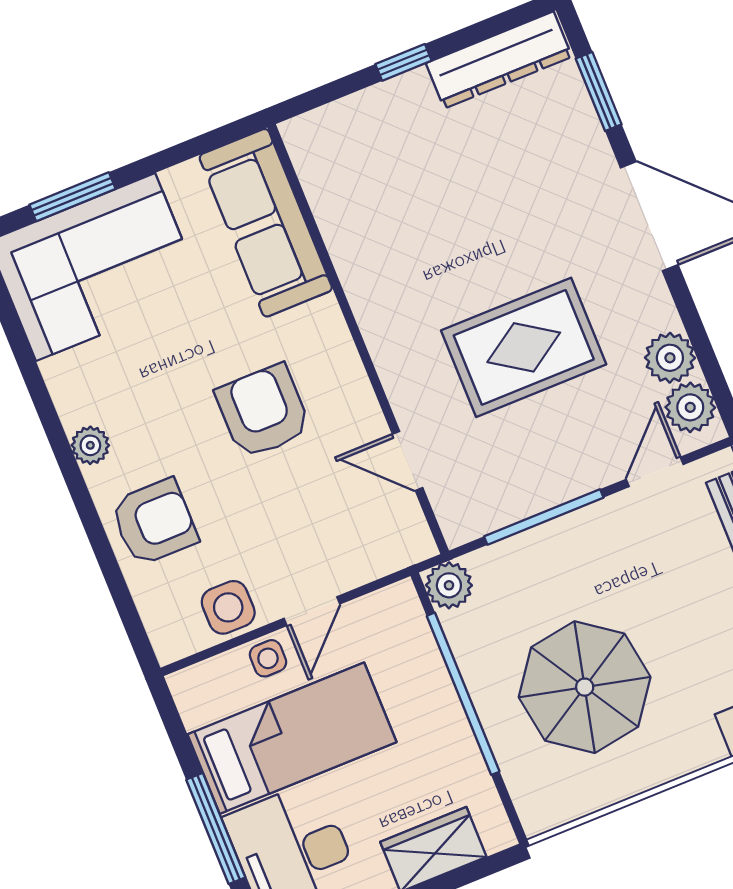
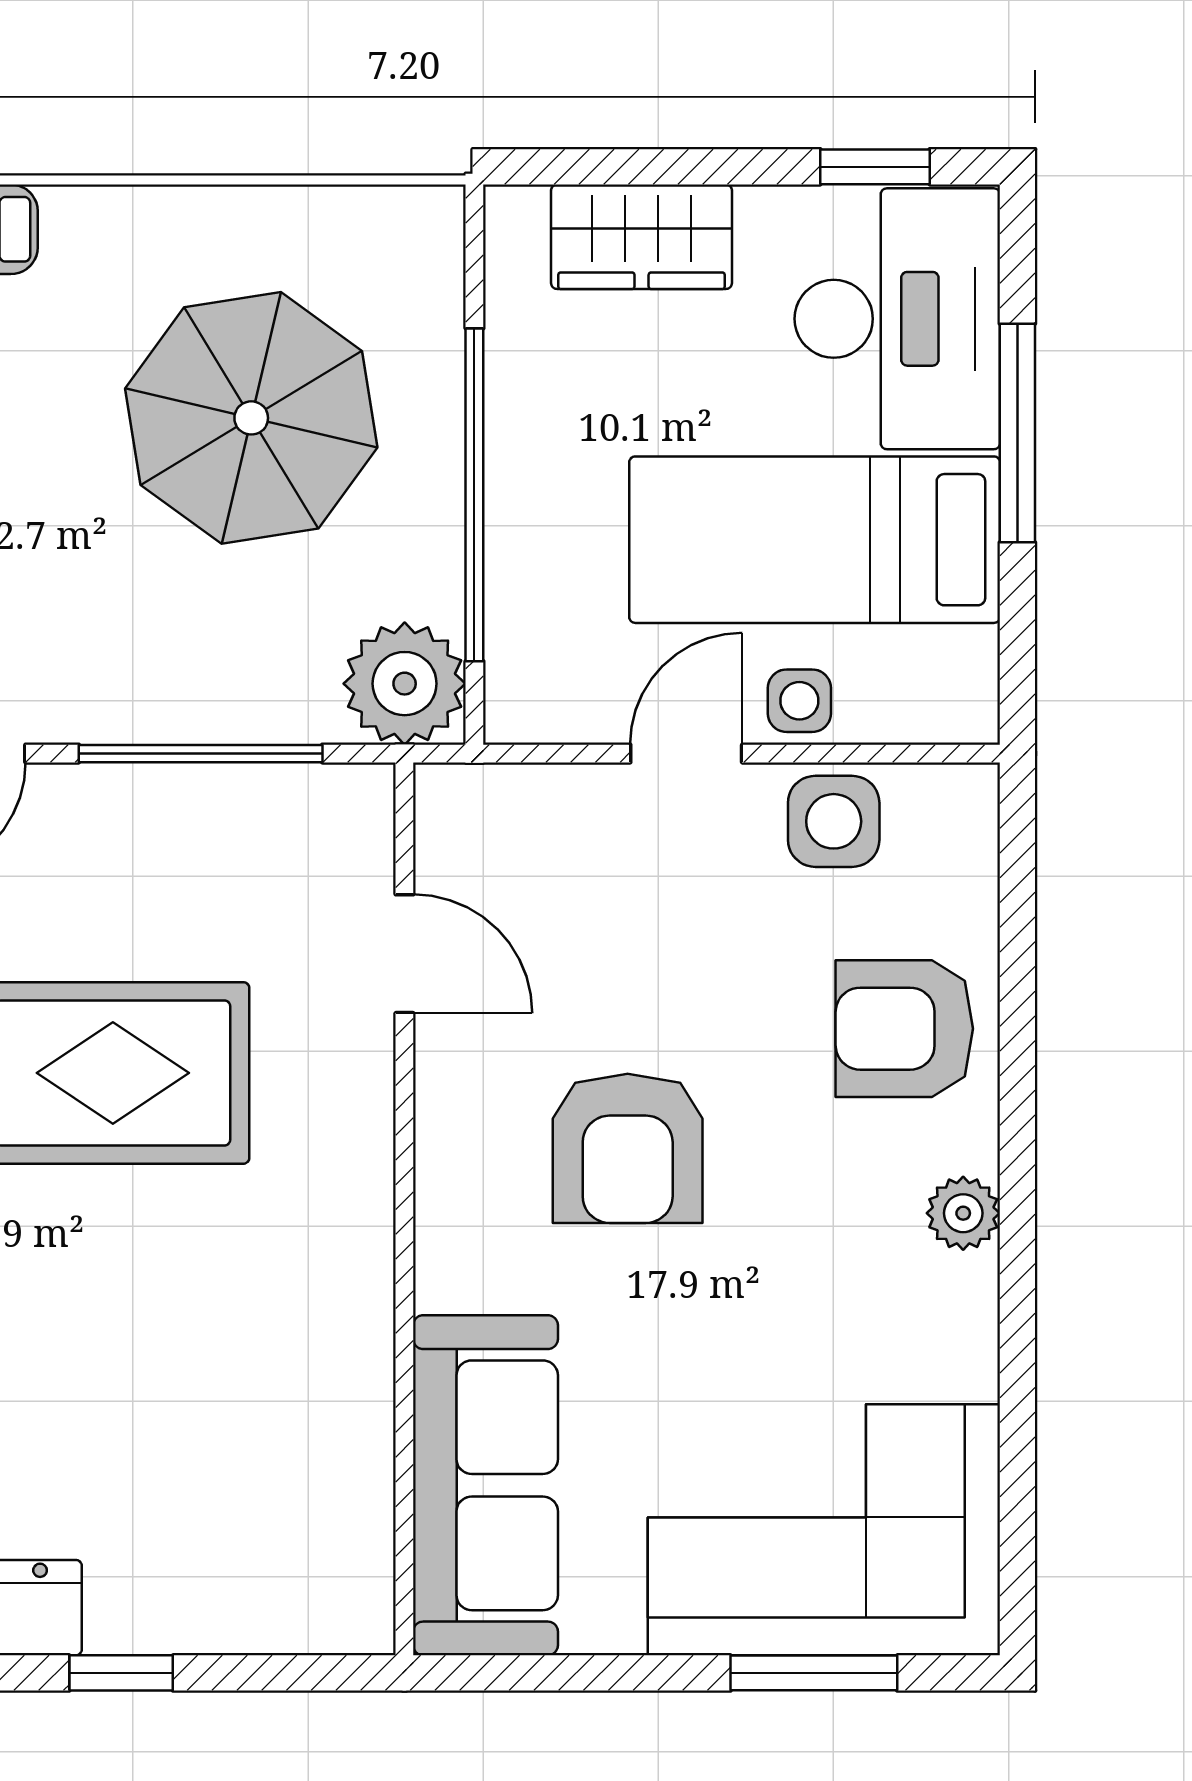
plant: (449, 585) -> (405, 684), width x1.36, depth x1.36

